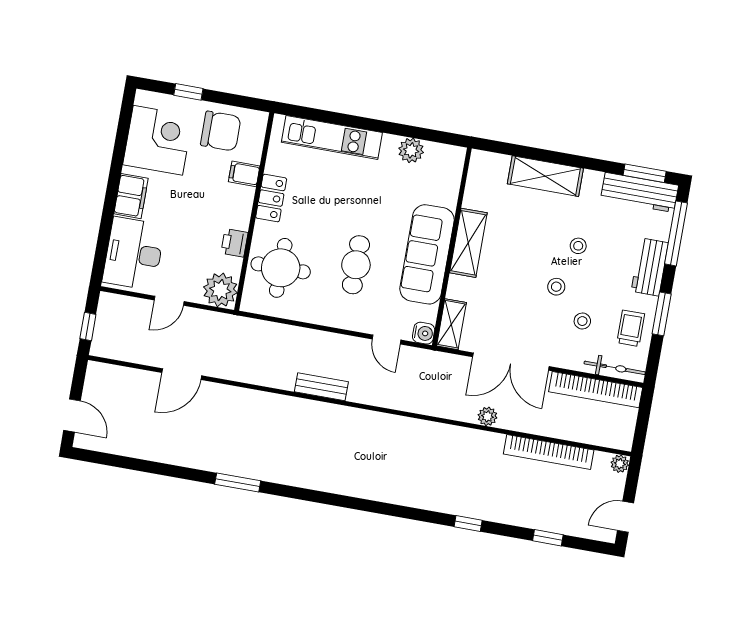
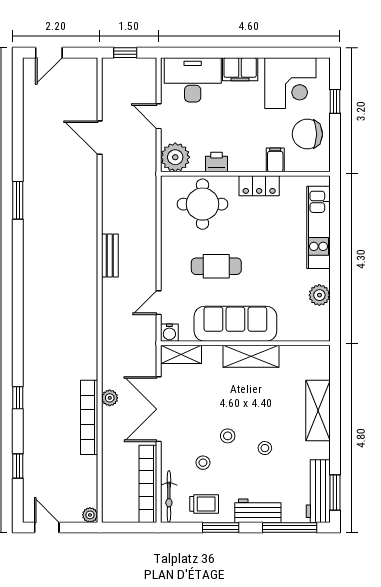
chair: (221, 131) -> (307, 134), turned 90
bookcase: (549, 452) -> (89, 417), moved

